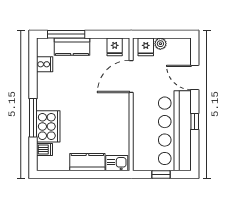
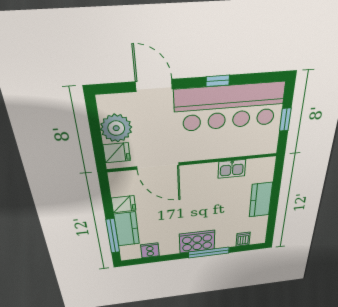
plant: (160, 44) -> (116, 128), width x1.87, depth x1.87
fridge: (115, 47) -> (124, 204), moved
door: (195, 78) -> (154, 85), swing flipped
cooker: (48, 126) -> (197, 242), moved
kitchen sink: (117, 163) -> (232, 169), moved, turned -90

